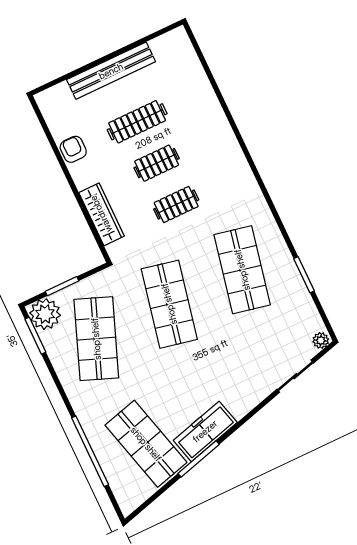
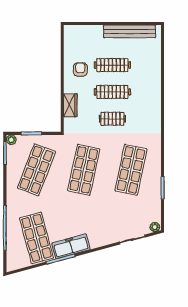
bench: (111, 71) -> (130, 31), moved
armchair: (73, 149) -> (80, 70), moved
clothes rail: (157, 163) -> (112, 92), width x1.36
wardrobe: (101, 214) -> (70, 105), width x0.67
plant: (45, 314) -> (11, 140), width x0.53, depth x0.53

